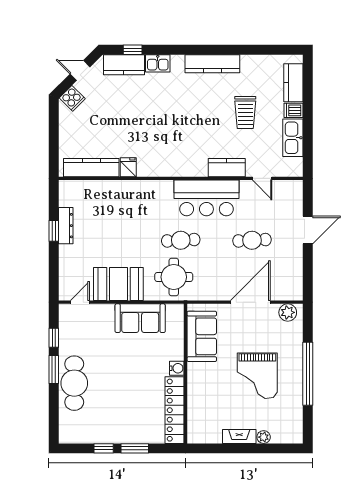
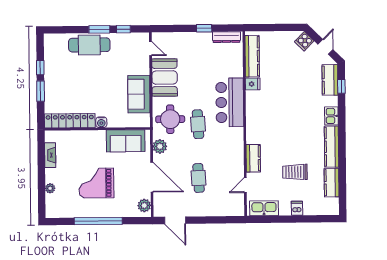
kitchen sink: (158, 63) -> (331, 116), moved
kitchen counter: (293, 83) -> (332, 183), moved, turned -90
kitchen sink: (293, 138) -> (264, 208), moved
bar counter: (206, 198) -> (230, 102), moved
dresser: (66, 226) -> (226, 37), moved
door: (308, 230) -> (175, 220), moved
plant: (210, 291) -> (160, 146), added
fireplace: (239, 436) -> (50, 155), moved

